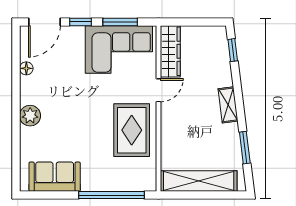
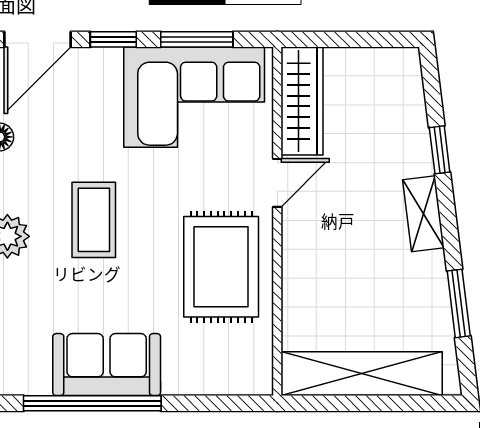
window: (233, 50) -> (440, 150), moved
coffee table: (71, 108) -> (94, 220), added
sofa: (55, 177) -> (107, 365), moved
window: (111, 195) -> (92, 403), moved

